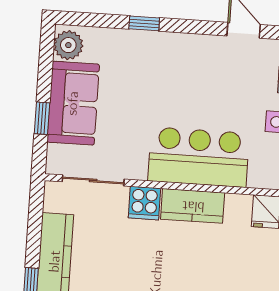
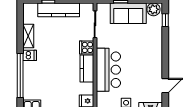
window: (144, 23) -> (165, 20), moved

